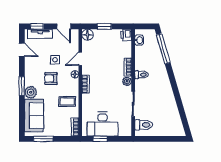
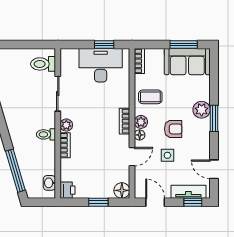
plant: (74, 84) -> (141, 122), added
sofa: (34, 116) -> (187, 62), moved, turned -90

